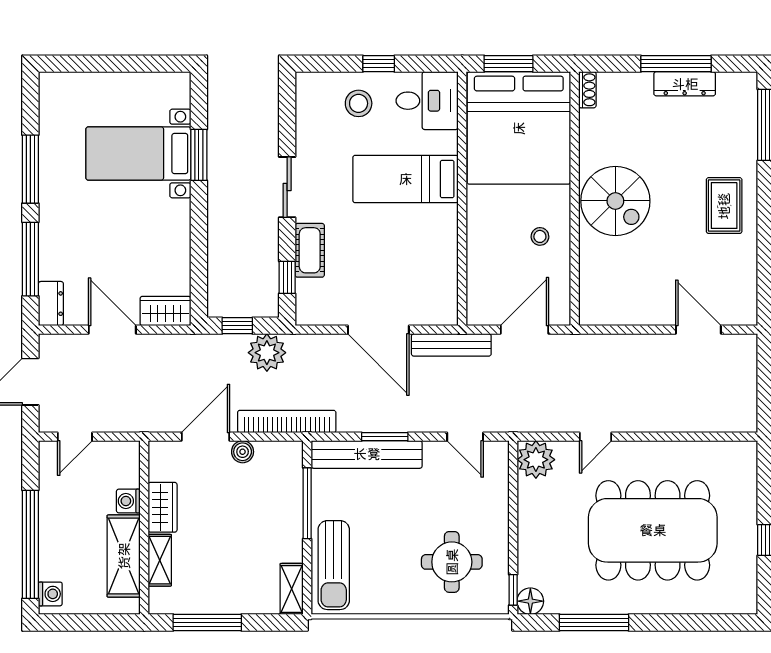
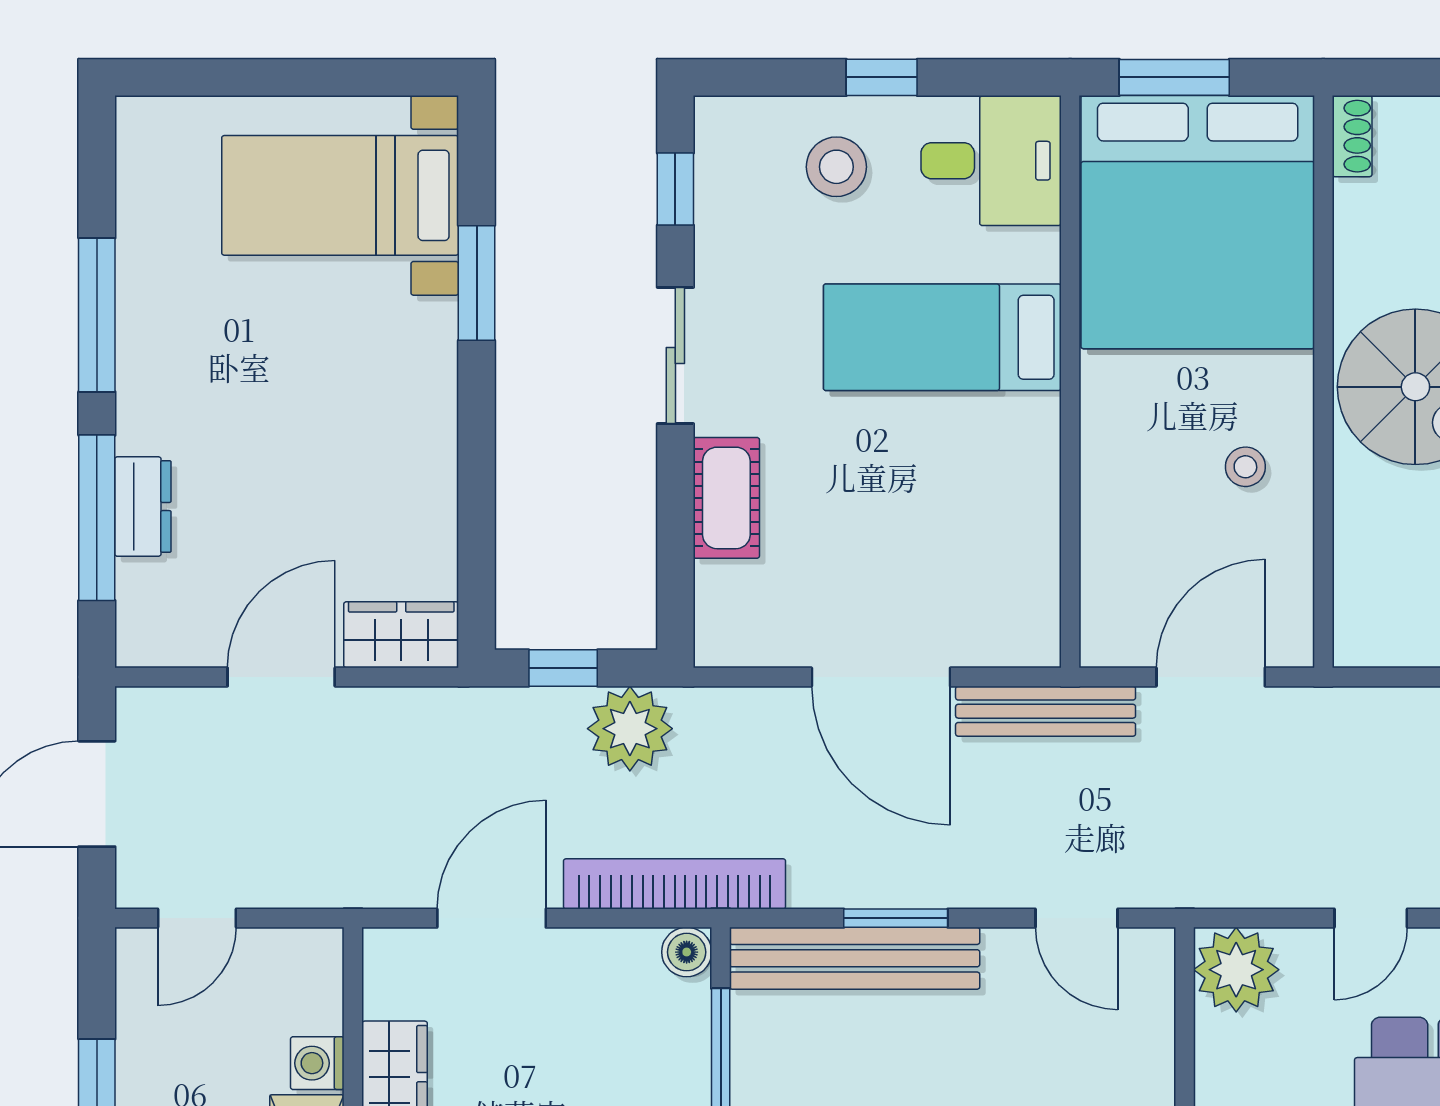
bed with nightstands: (138, 153) -> (340, 195), moved
window: (287, 277) -> (675, 189), moved
dresser: (51, 304) -> (143, 507), moved
door: (112, 330) -> (281, 677), hinge flipped
boiler: (243, 452) -> (687, 952), moved

